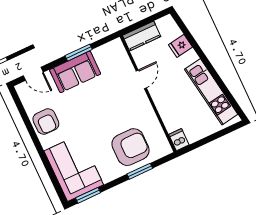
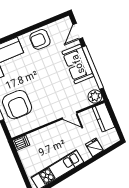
plant: (116, 48) -> (95, 96), added
window: (79, 53) -> (93, 68), width x2.11

